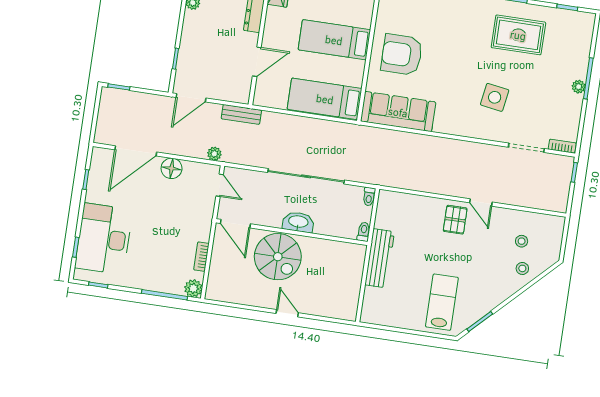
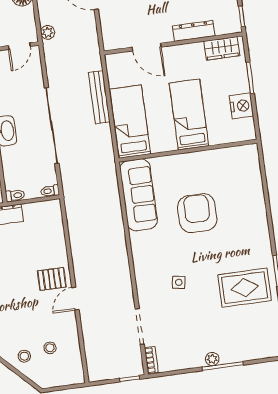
rug: (518, 35) -> (245, 288), turned 90
armchair: (402, 55) -> (197, 213), moved
side table: (495, 97) -> (179, 282), width x0.54, depth x0.54
bench: (241, 114) -> (99, 97), moved, width x1.36

